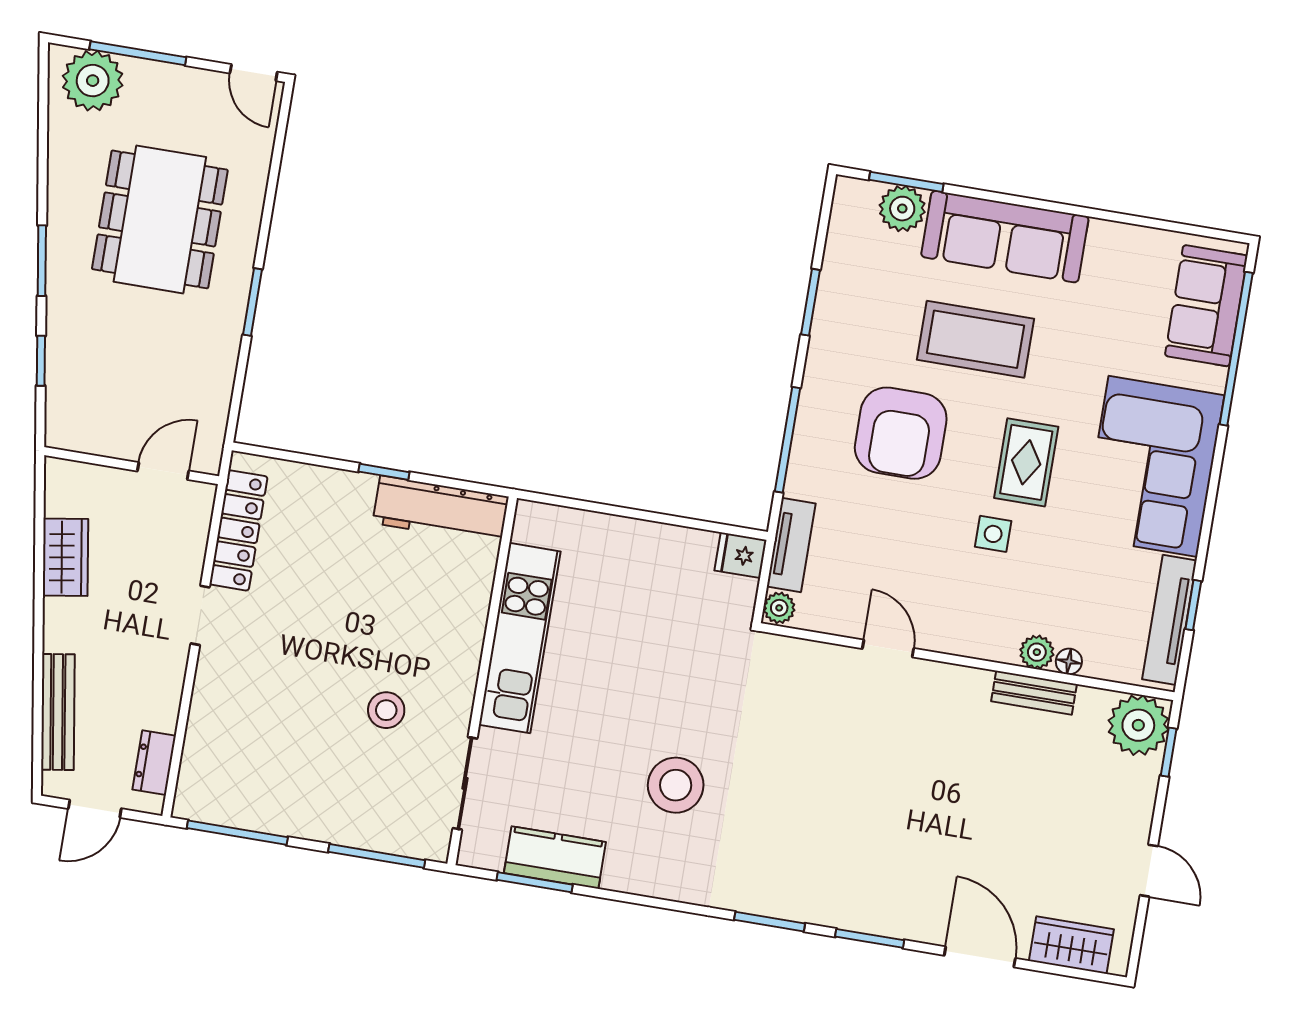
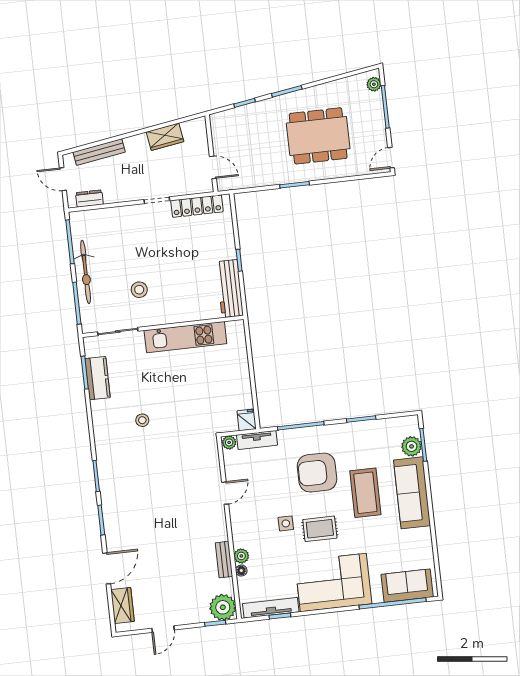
plant: (93, 81) -> (374, 84), width x0.53, depth x0.53
stool: (676, 785) -> (142, 420), width x0.53, depth x0.53
bicycle: (314, 817) -> (86, 272), added

